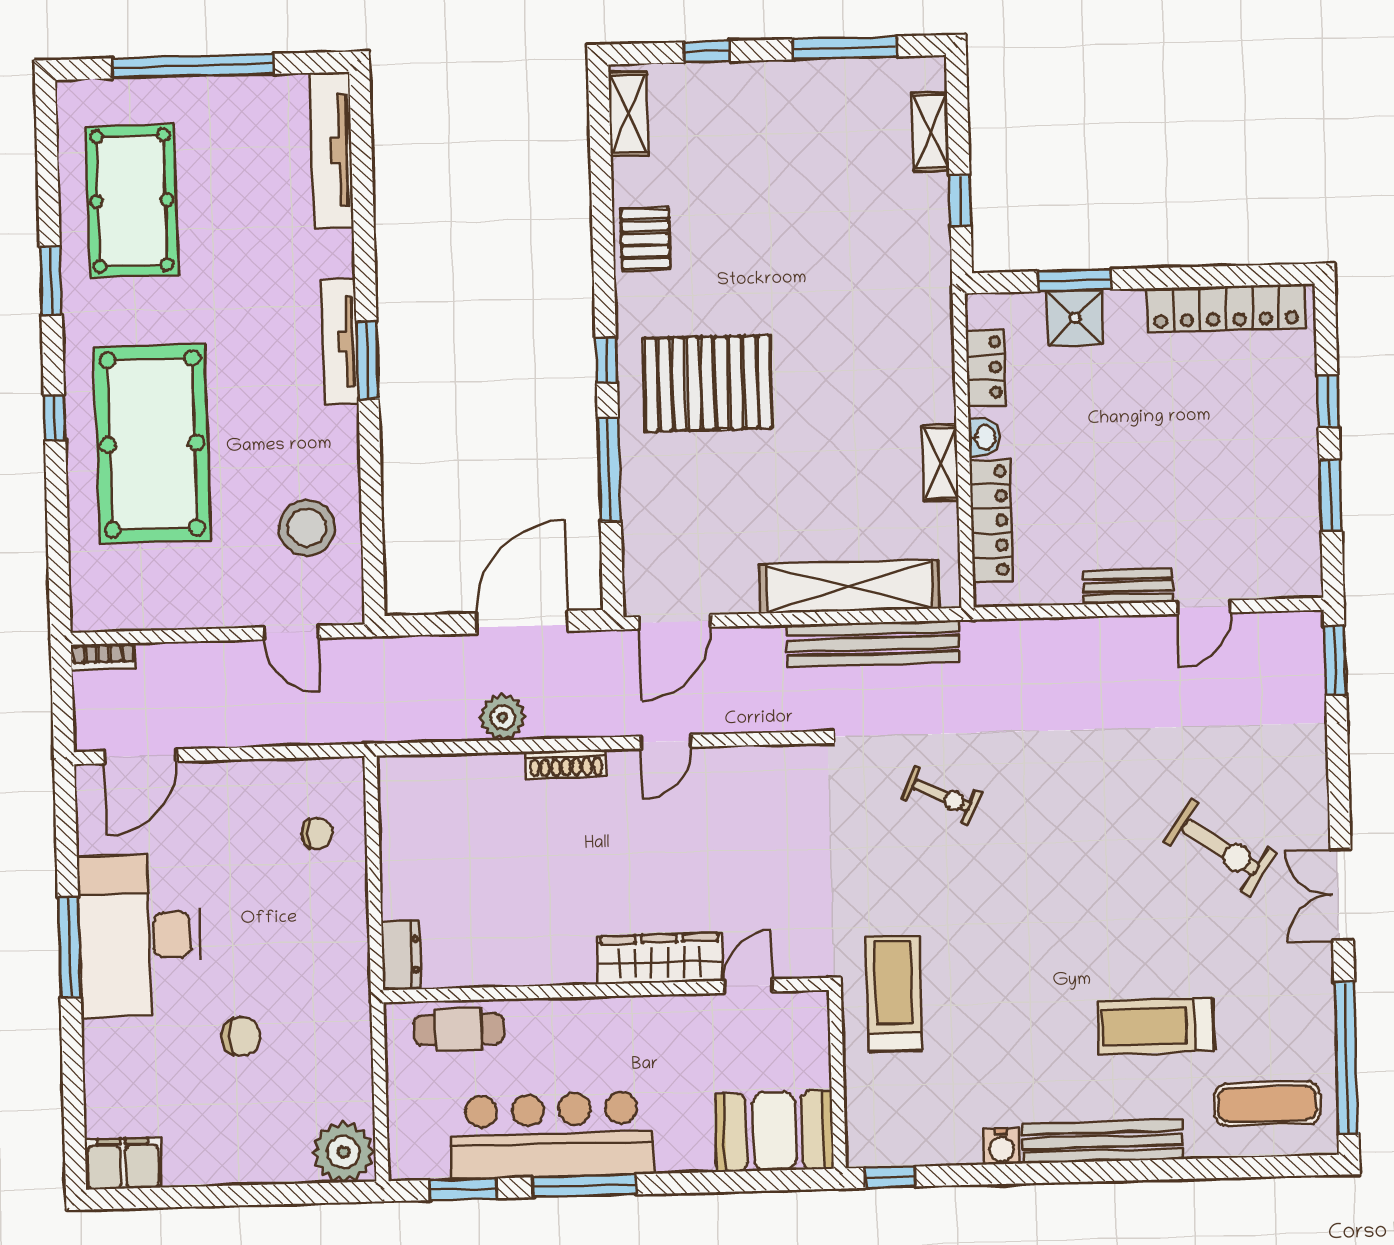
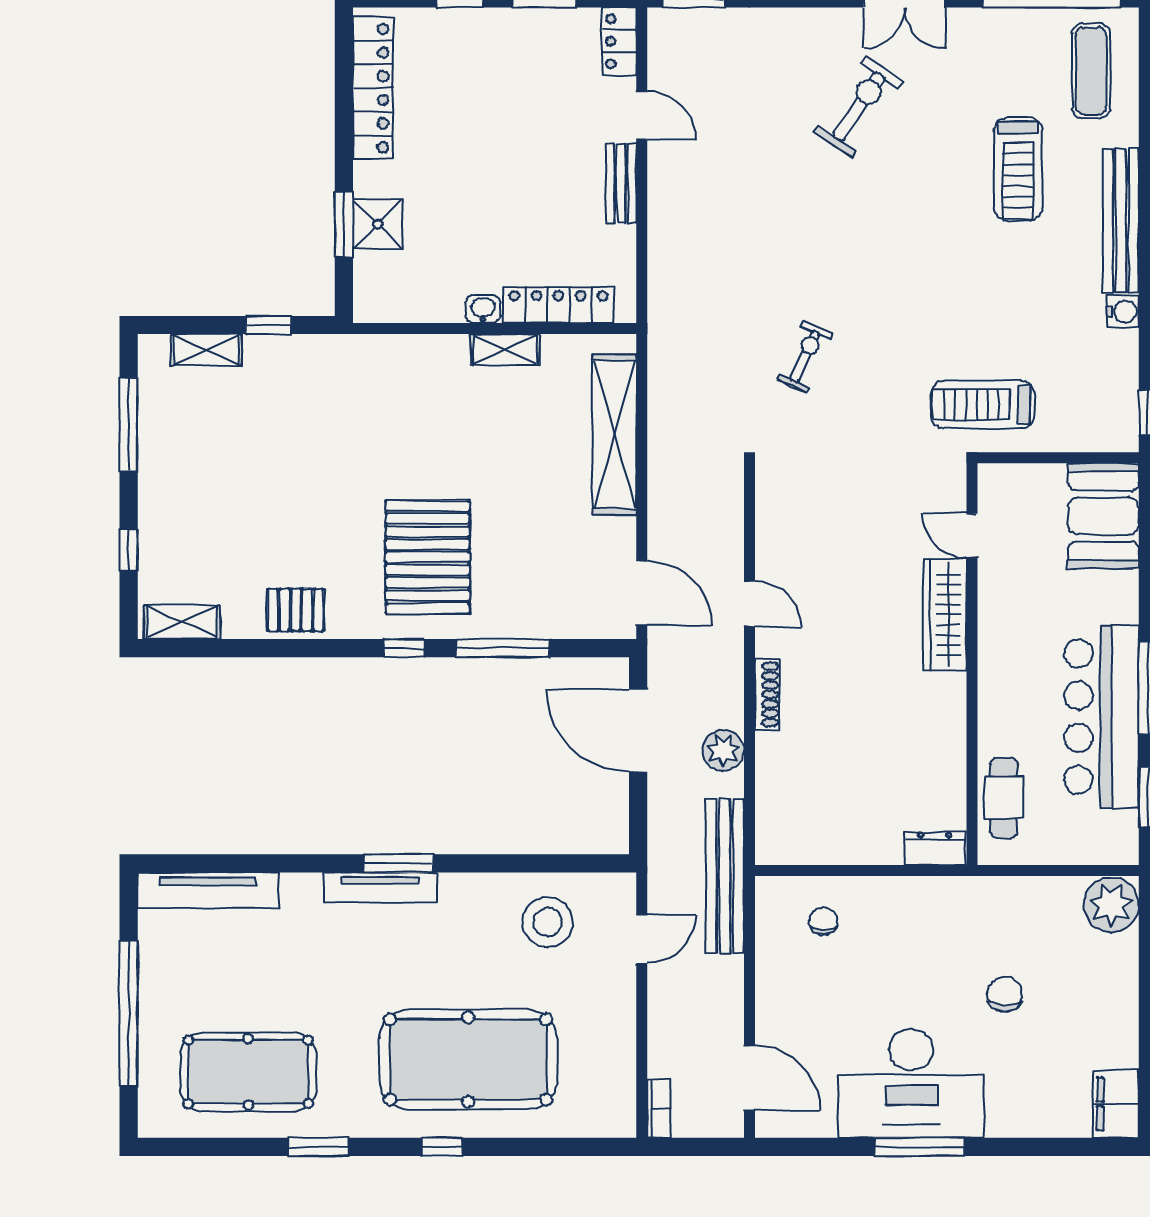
locker: (986, 367) -> (619, 41), moved, turned -90
bench: (873, 644) -> (725, 876), moved

